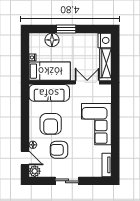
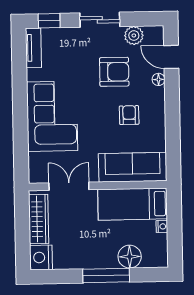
window: (66, 29) -> (106, 275), width x1.44
double door: (87, 82) -> (69, 186), swing flipped
armchair: (51, 124) -> (129, 115), width x0.53, depth x0.53
plant: (35, 171) -> (134, 35), moved
window: (97, 181) -> (49, 21), added

